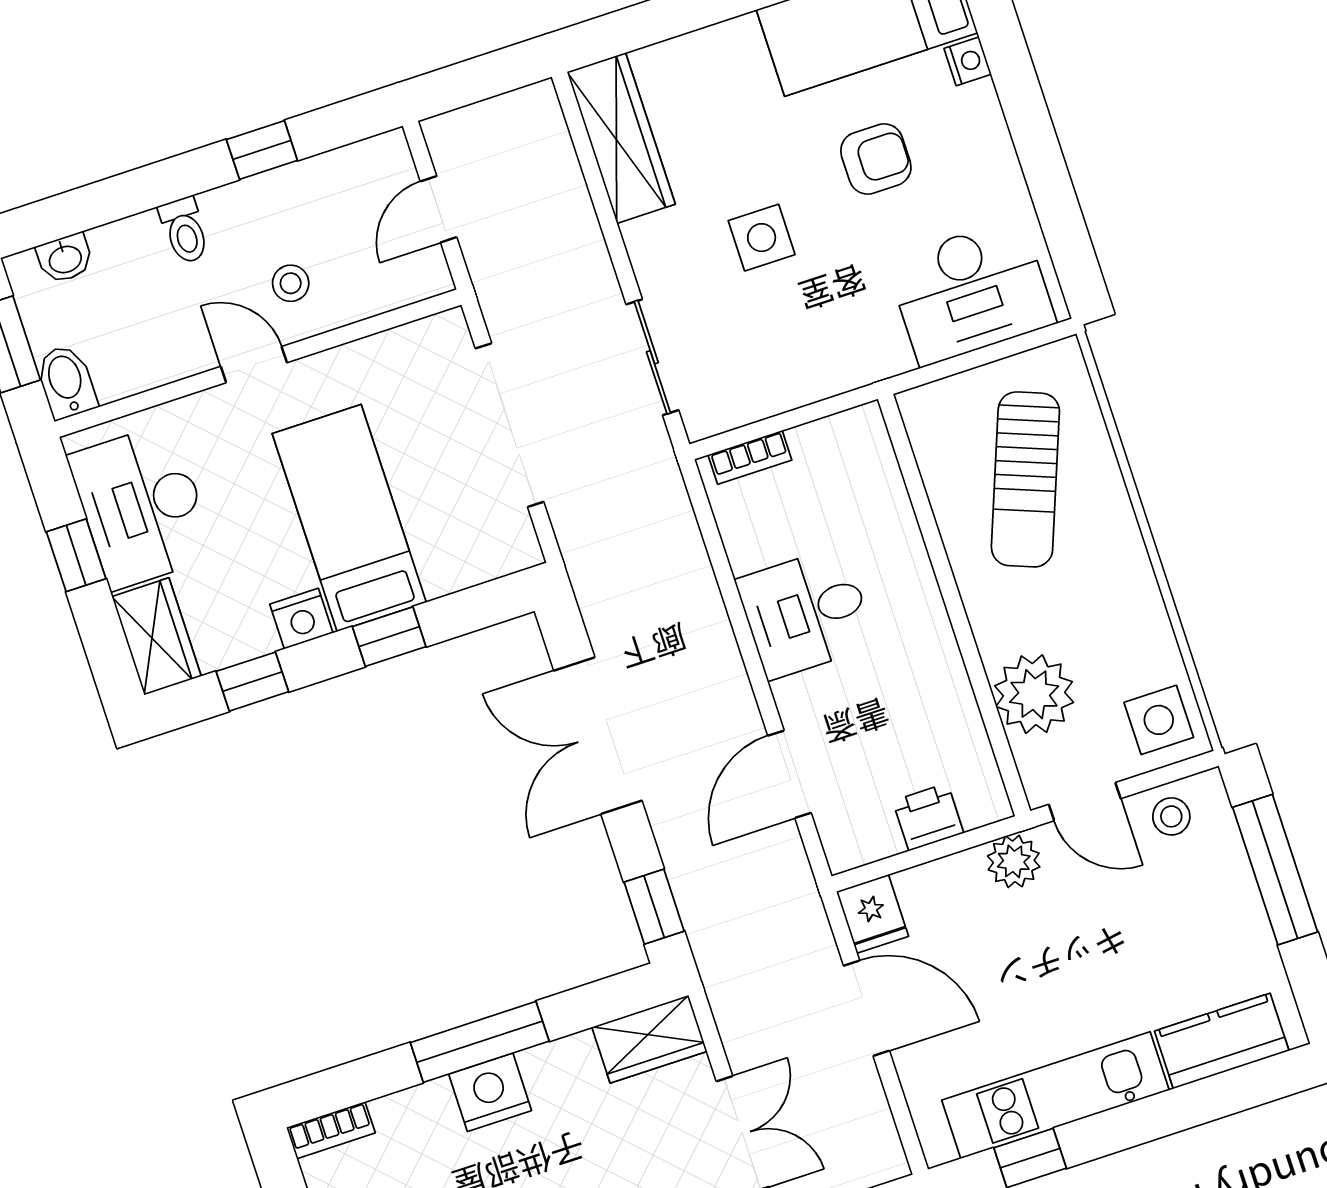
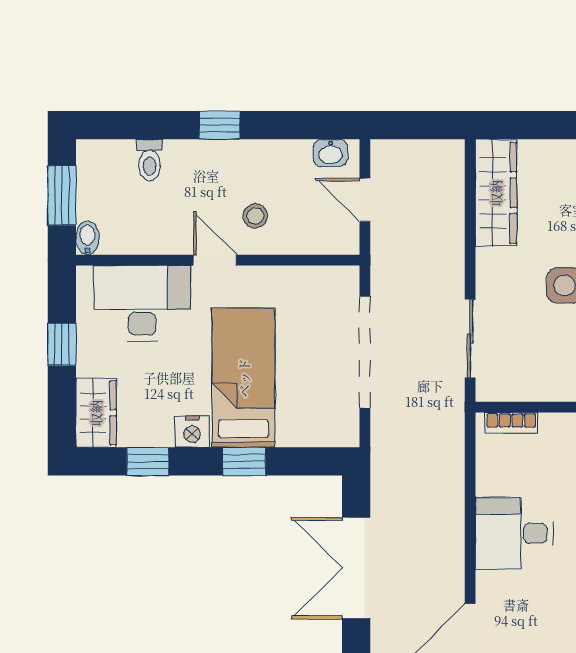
window: (262, 150) -> (219, 125), moved
door: (439, 209) -> (365, 200), hinge flipped
toilet: (184, 230) -> (150, 160), moved
washbasin: (65, 258) -> (331, 153), moved
bidet: (66, 382) -> (88, 238), width x0.72, depth x0.74
desk: (142, 506) -> (142, 303), moved, turned 90

